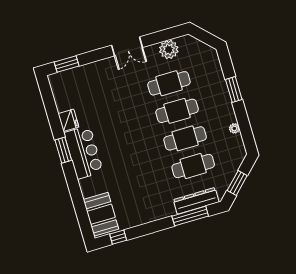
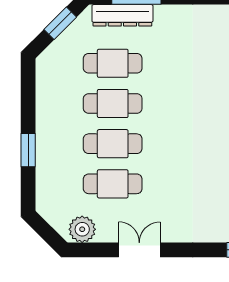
double door: (127, 46) -> (139, 250), moved
plant: (169, 50) -> (82, 229), moved
plant: (234, 128) -> (43, 98), removed

